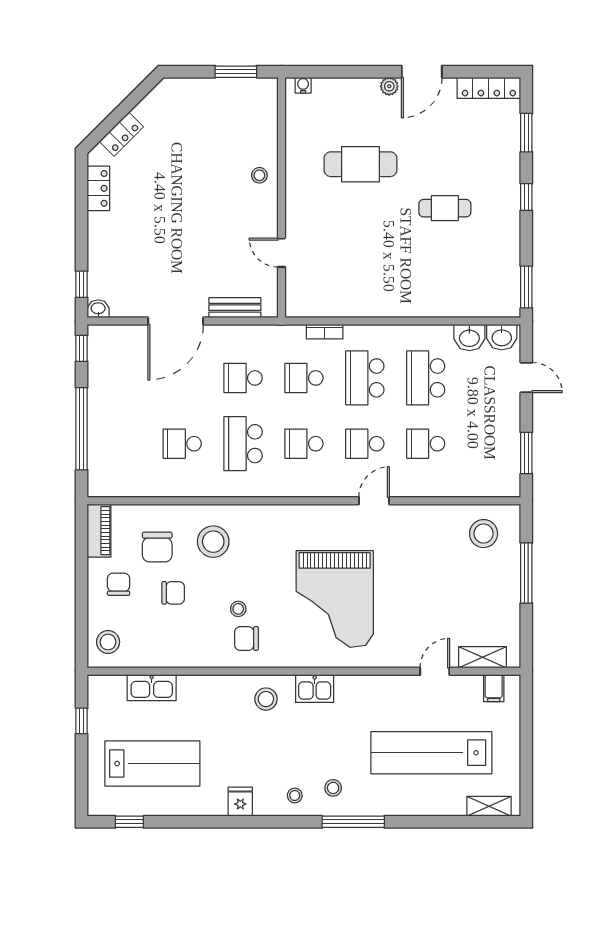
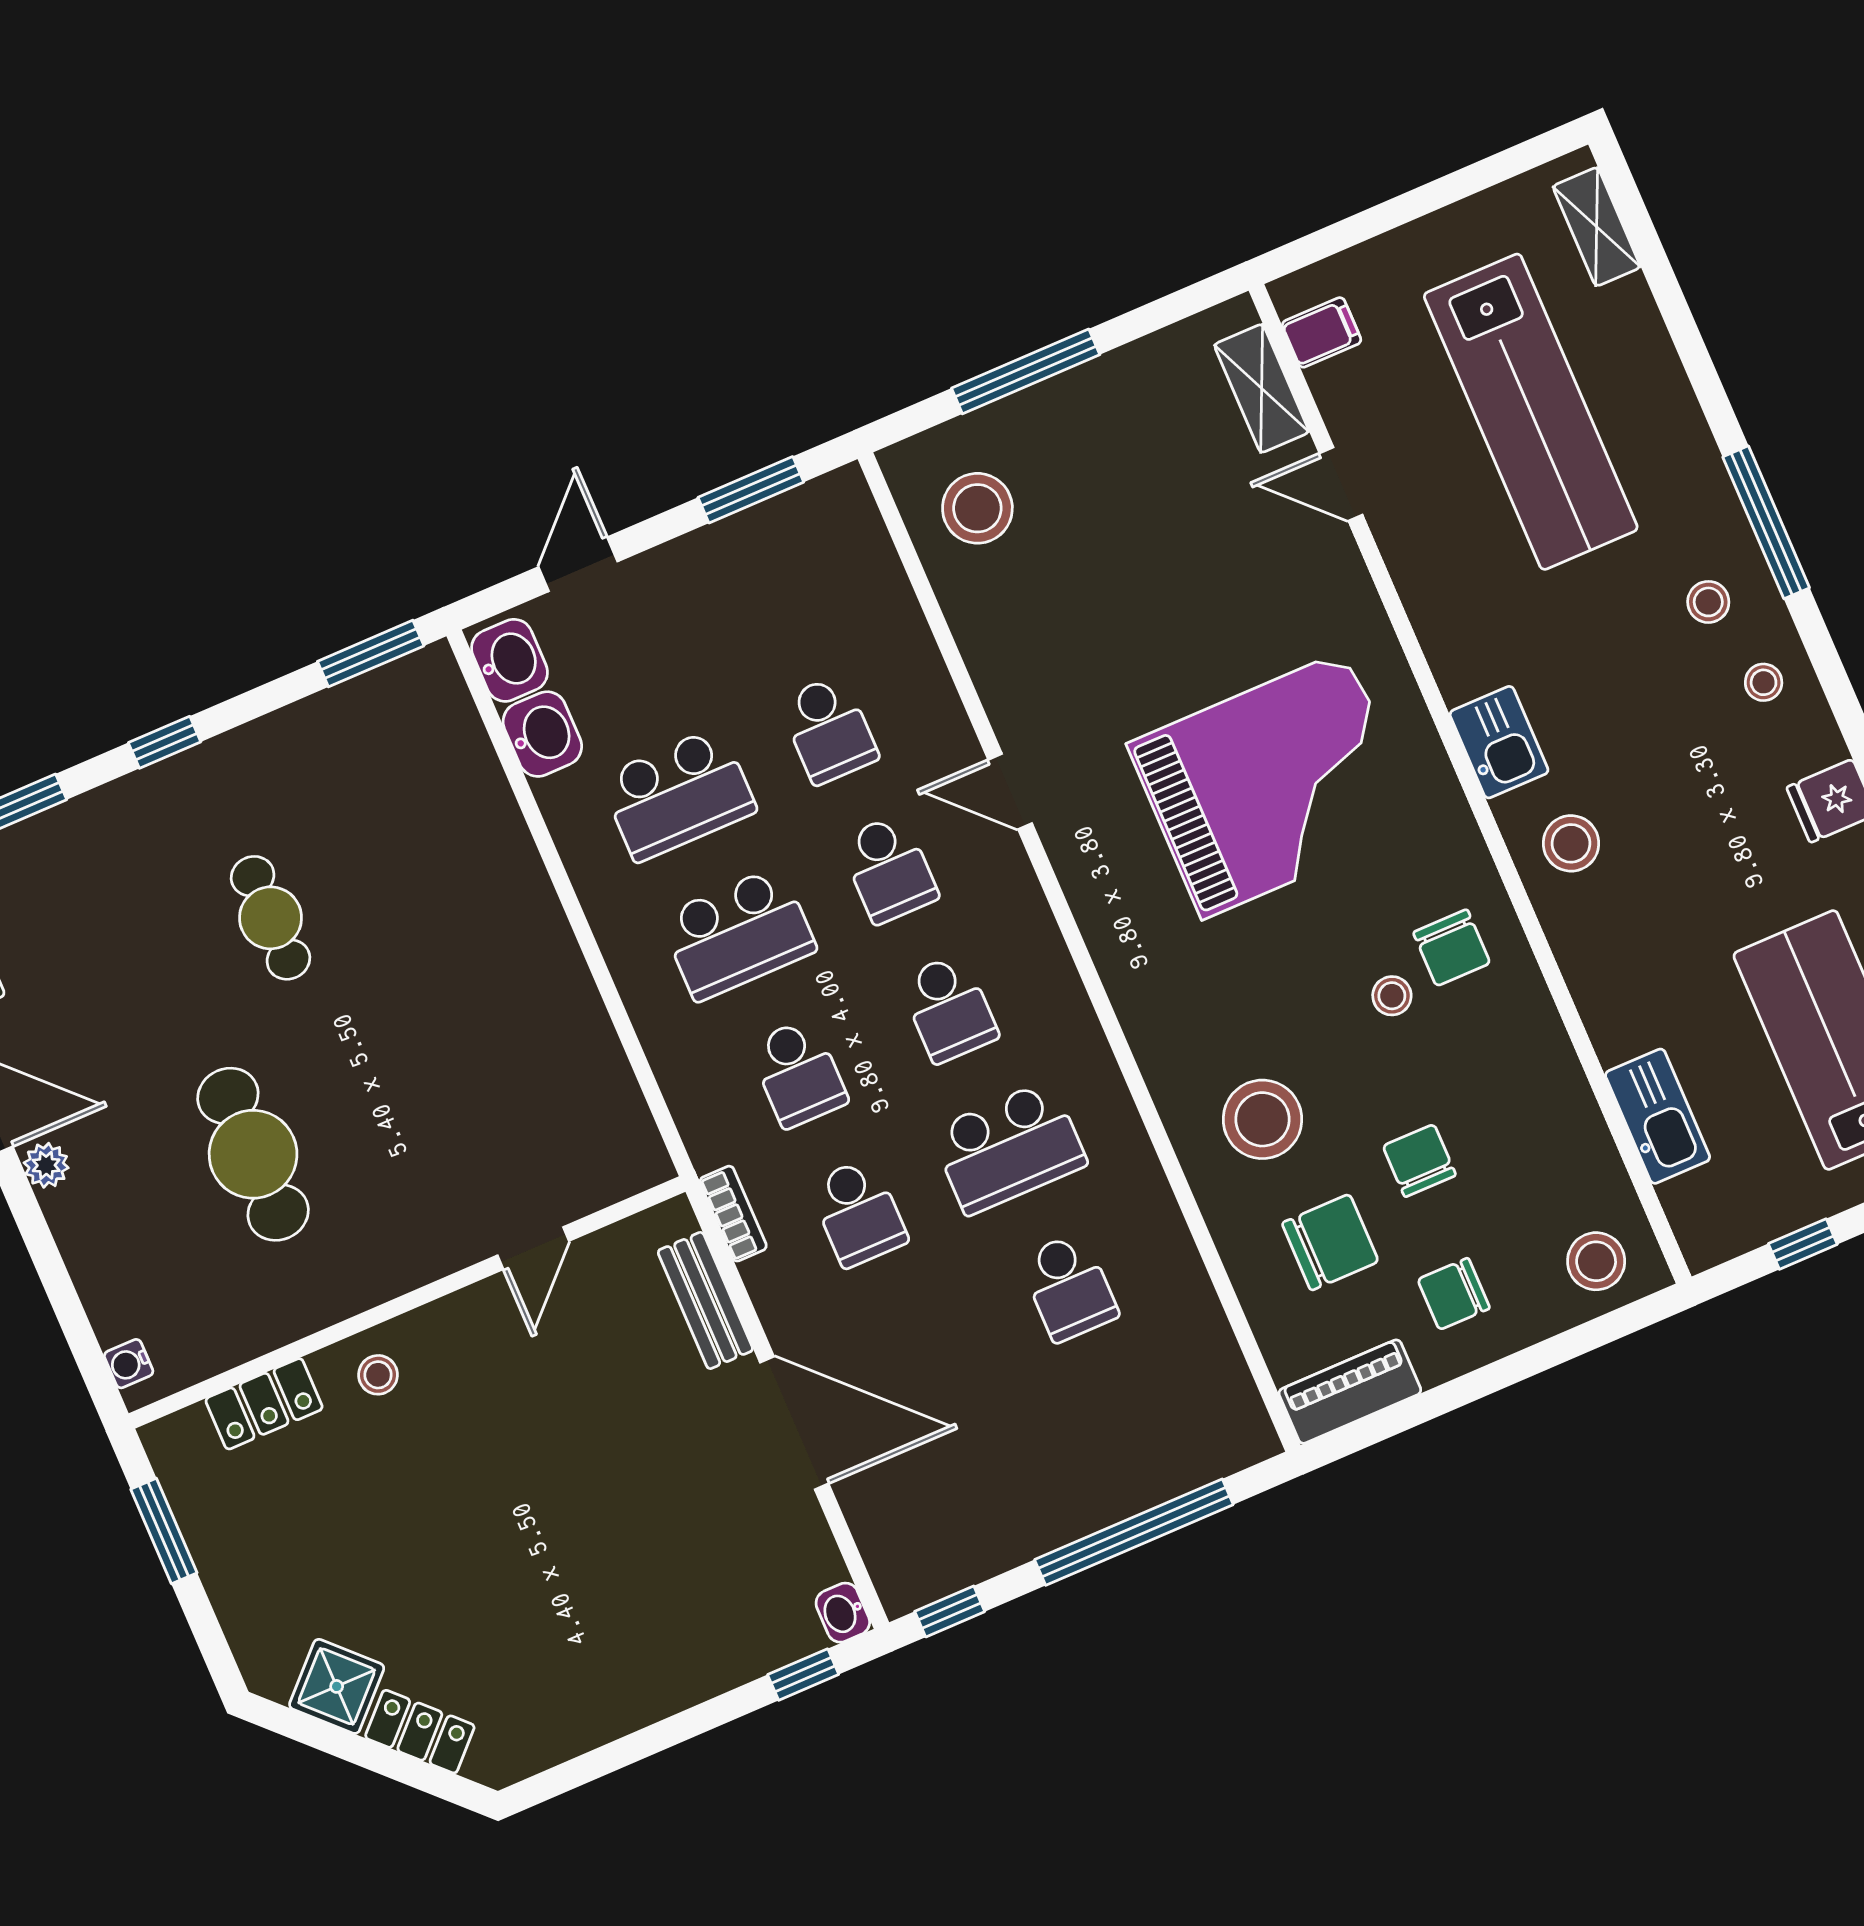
shower: (151, 111) -> (337, 1686), added
locker: (98, 188) -> (264, 1404), moved, turned 180
bookcase: (325, 332) -> (733, 1214), moved

